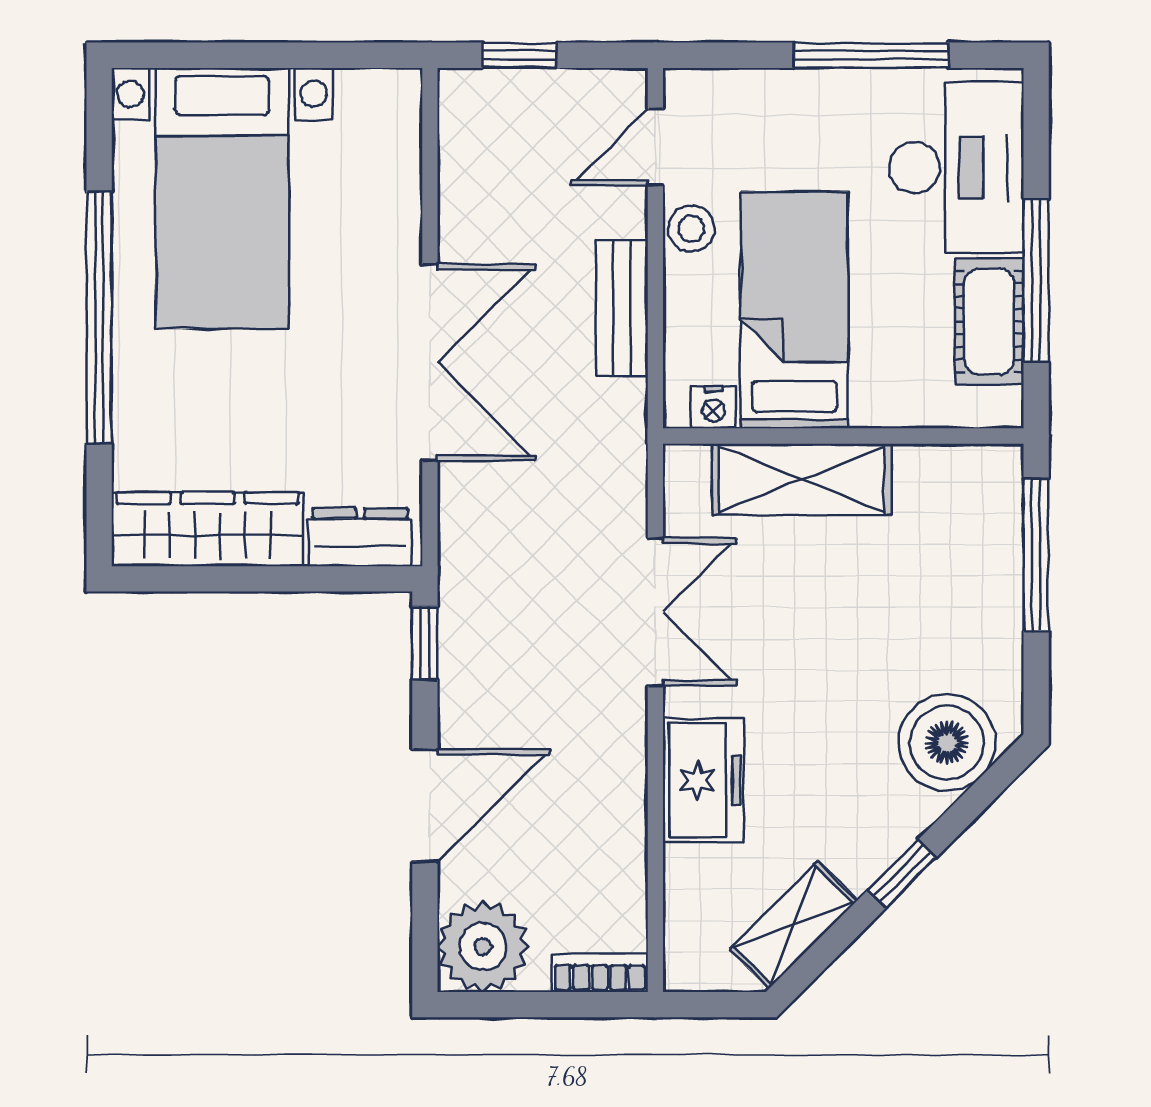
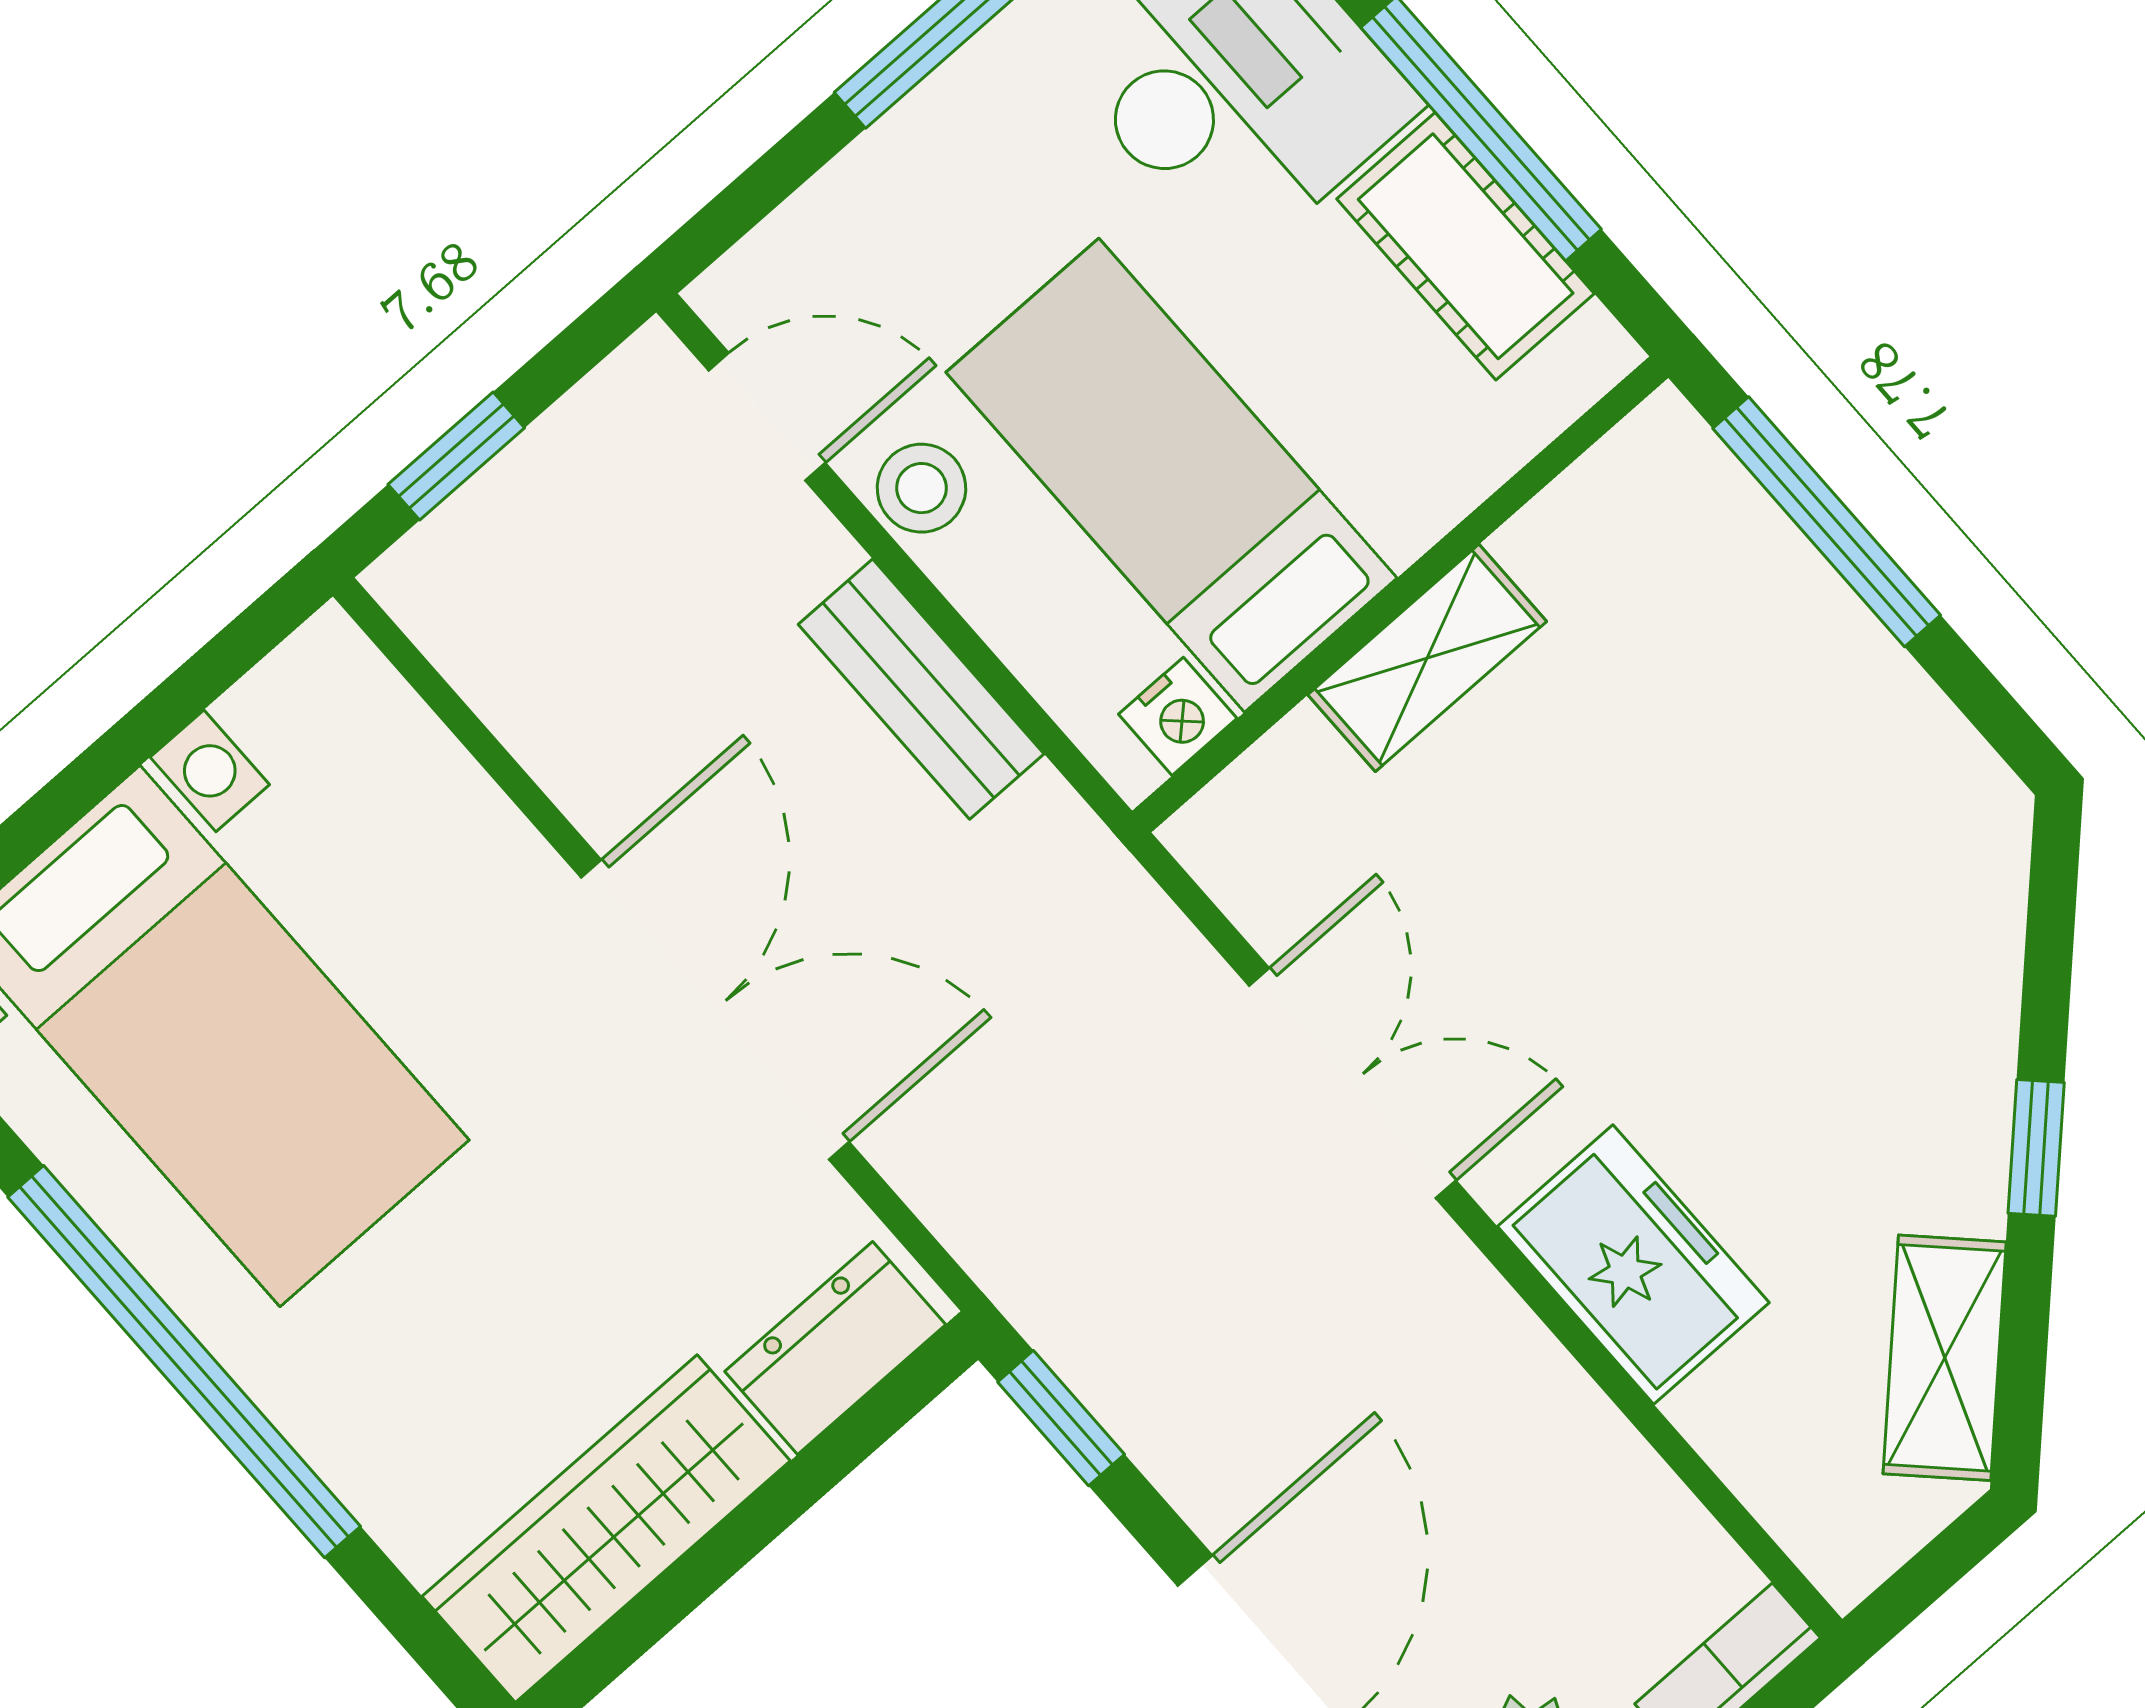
door: (655, 147) -> (767, 417), swing flipped
shelving: (802, 479) -> (1427, 658), width x0.67, depth x0.75
boiler: (947, 743) -> (1935, 903), removed

